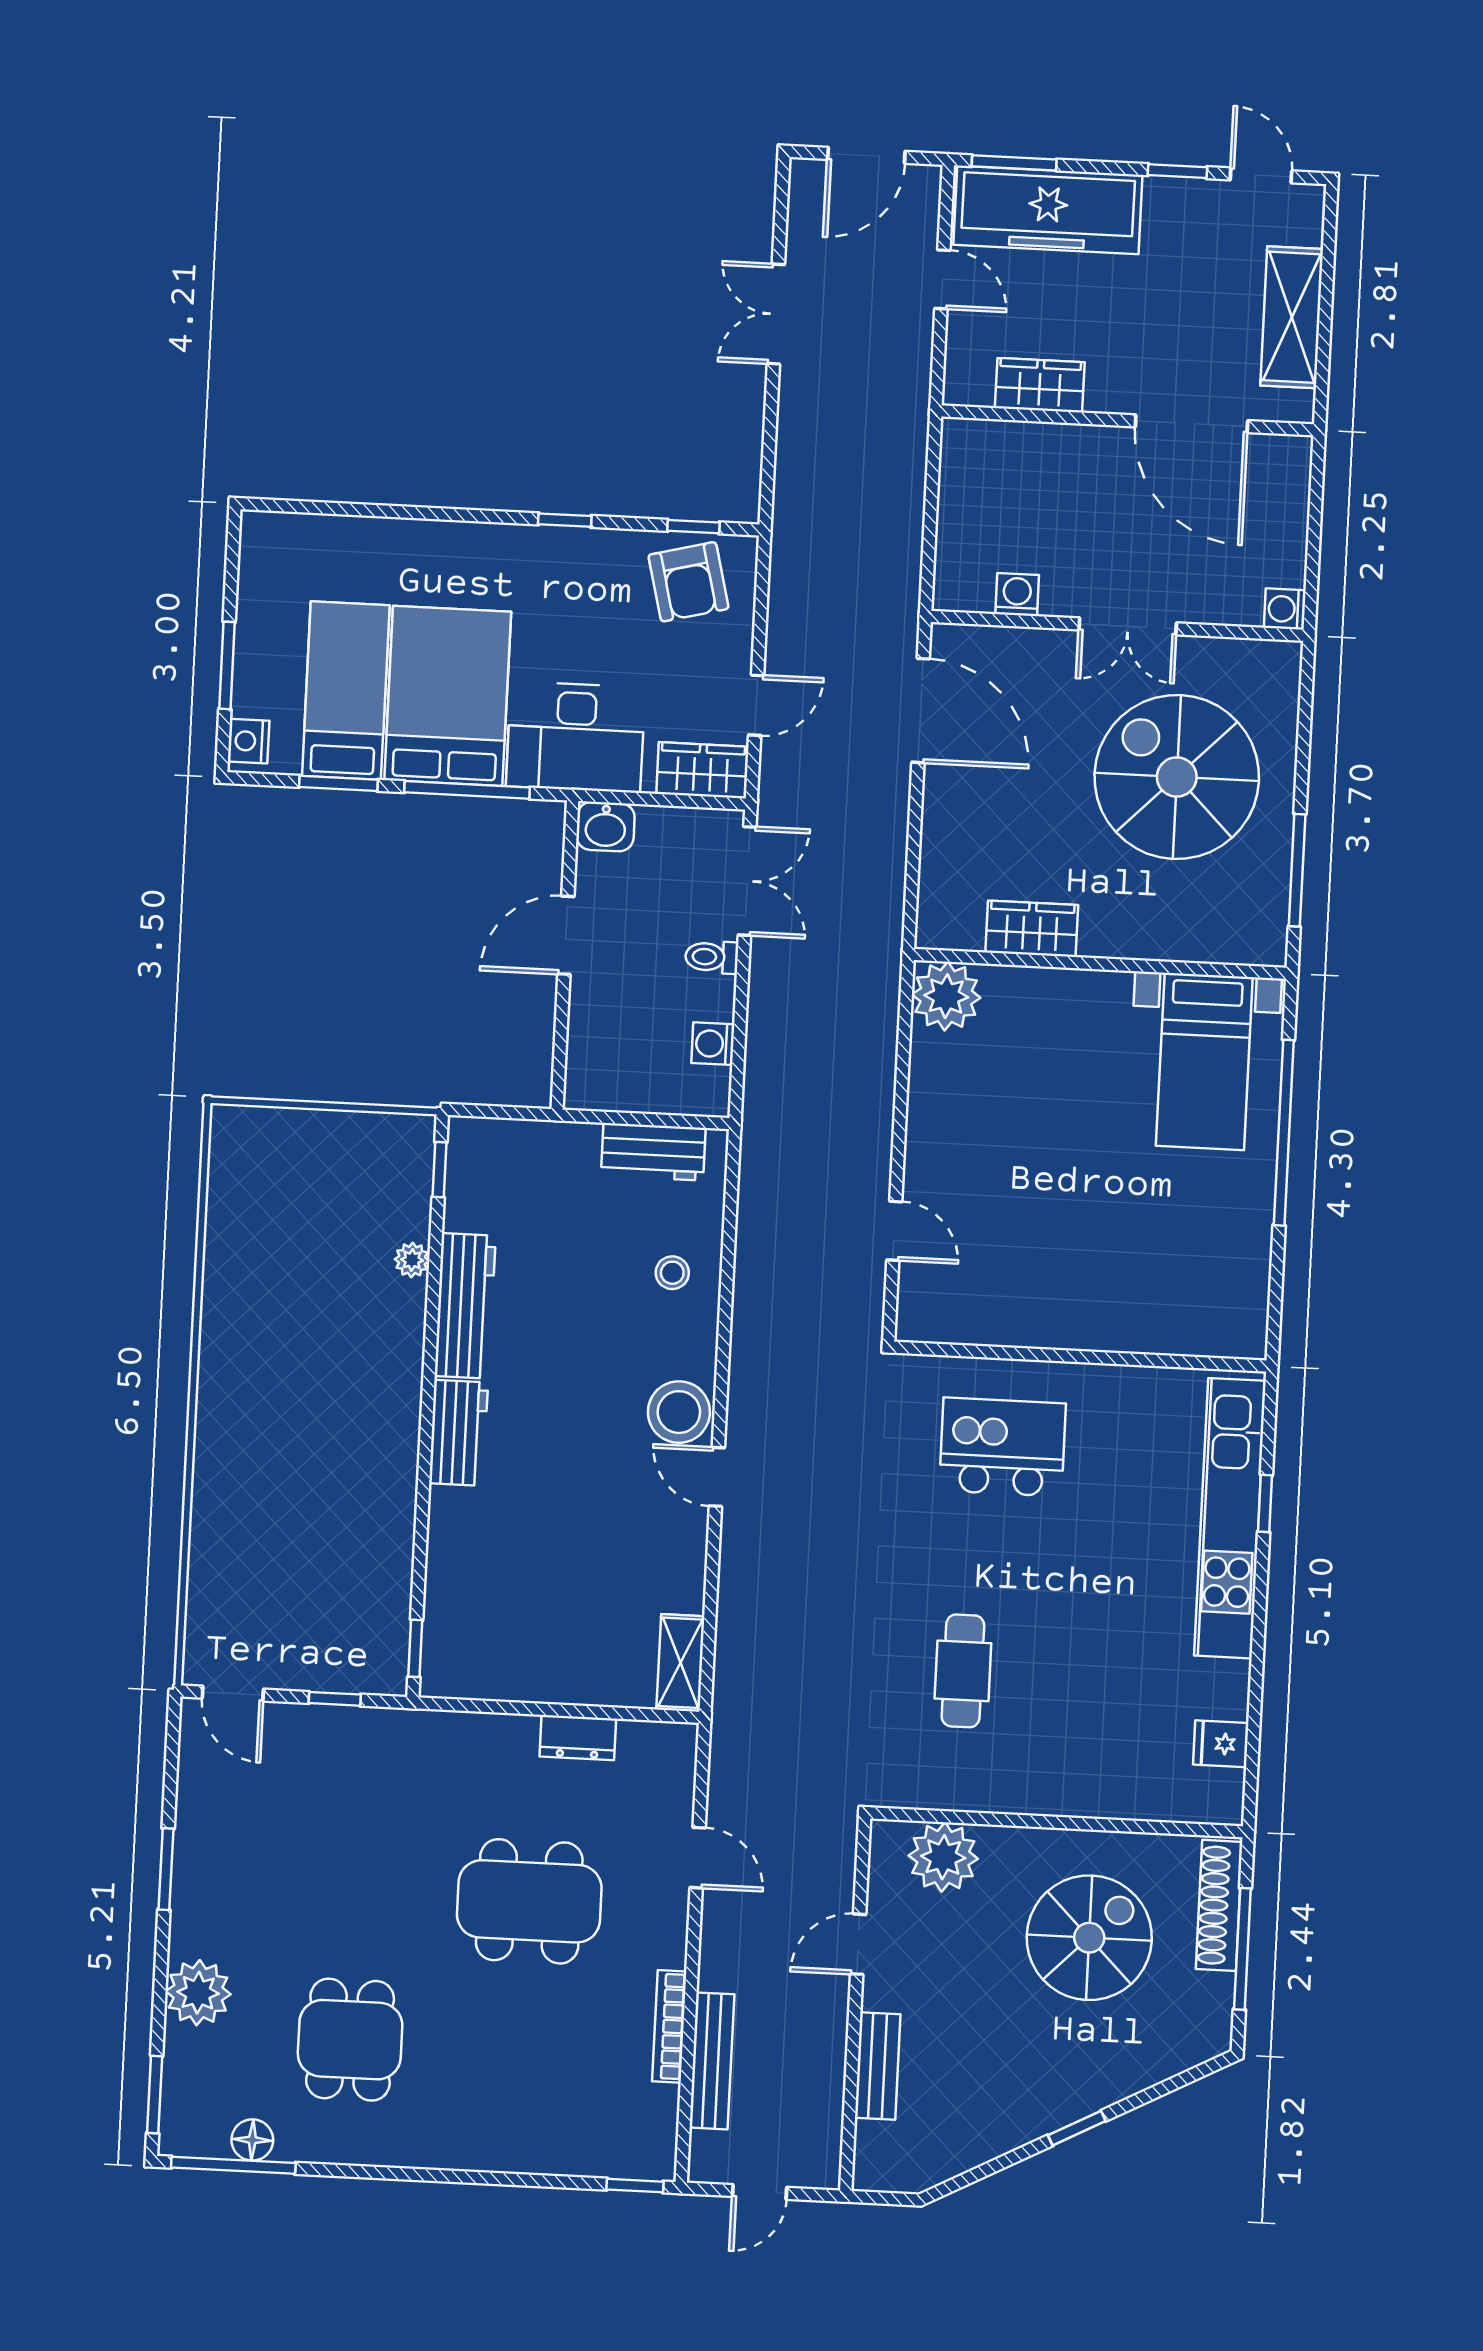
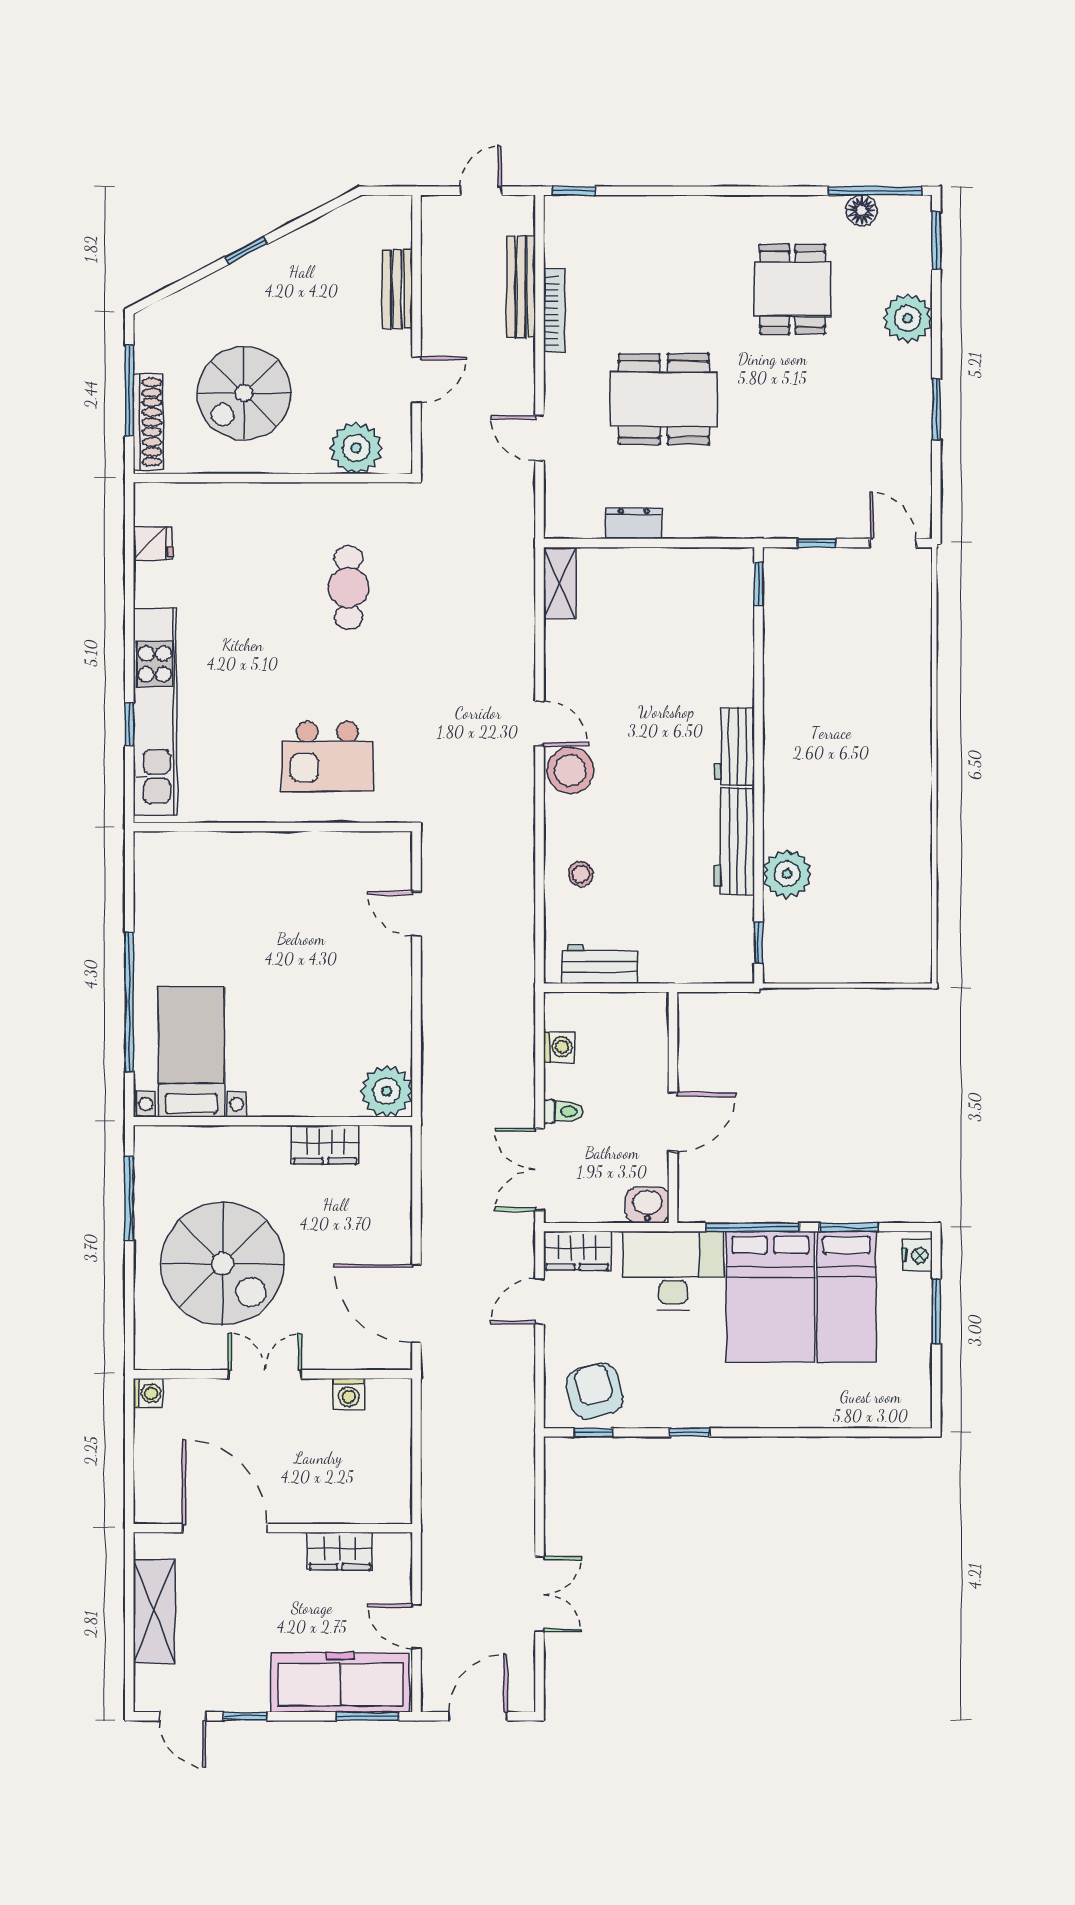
plant: (412, 1260) -> (787, 874), width x1.87, depth x1.87

